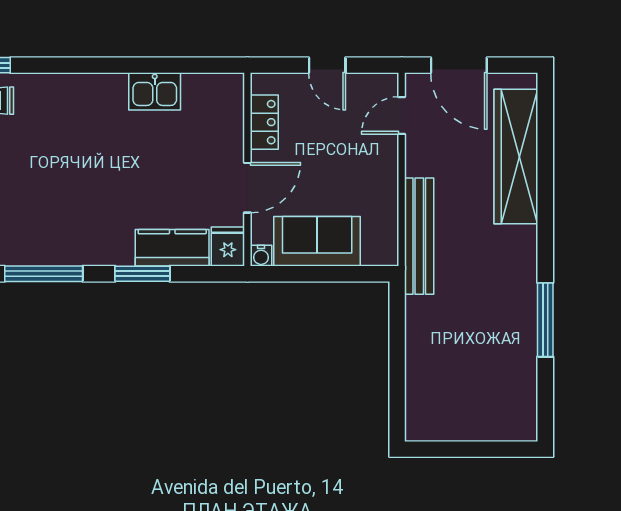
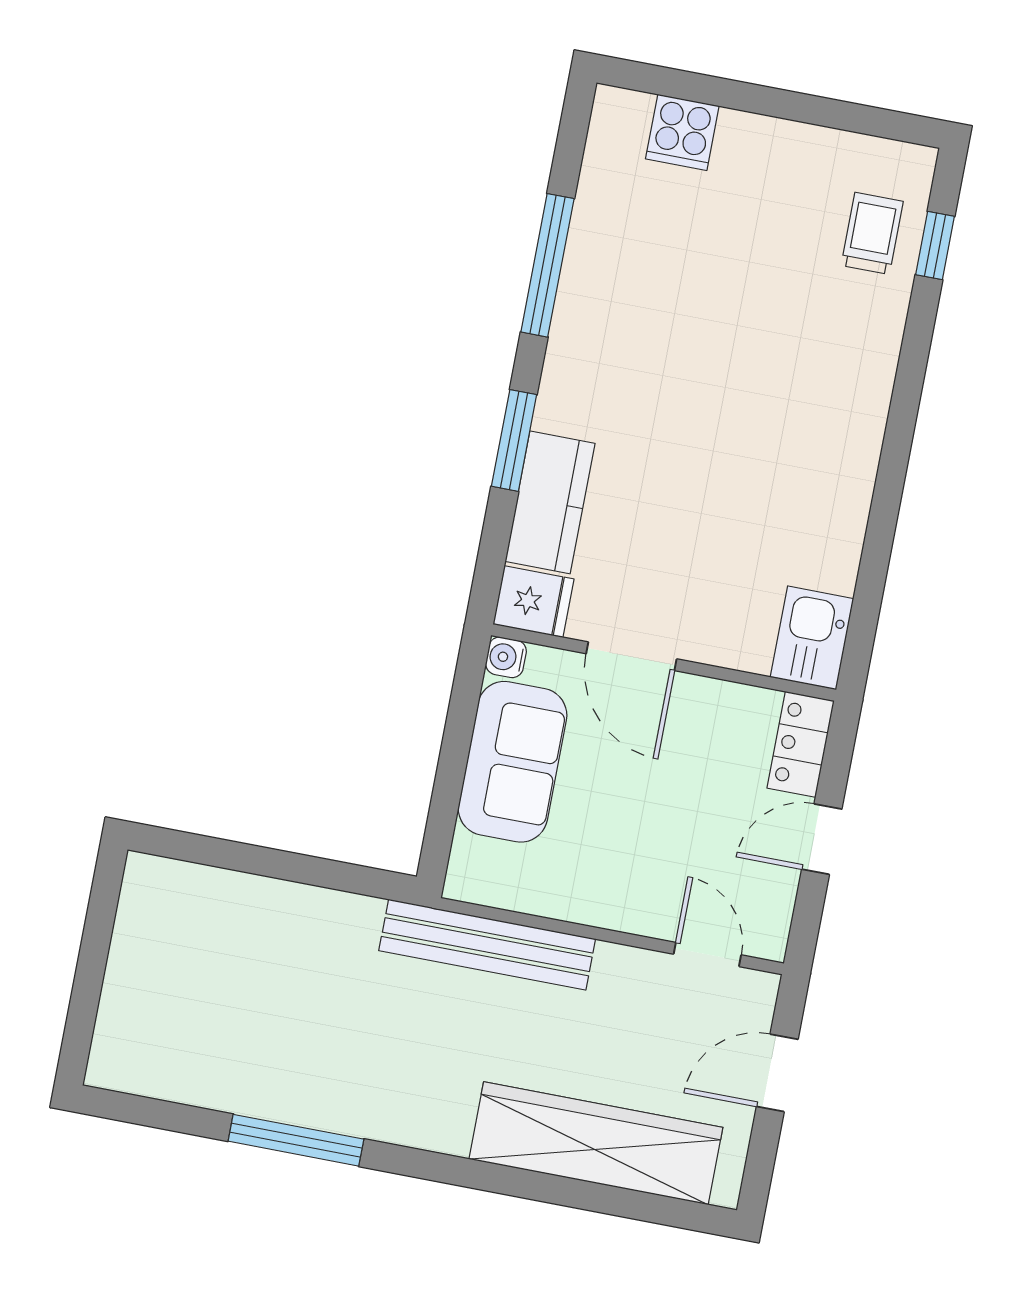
door: (459, 65) -> (777, 1073), width x0.73
kitchen sink: (155, 91) -> (812, 638), moved
locker: (264, 122) -> (801, 744), moved, turned 90

